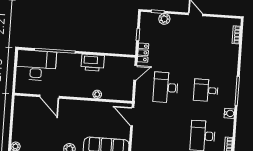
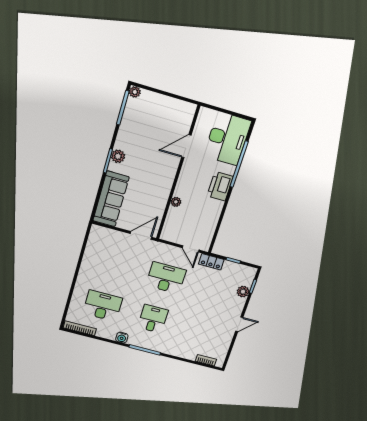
printer: (93, 63) -> (220, 186), moved

